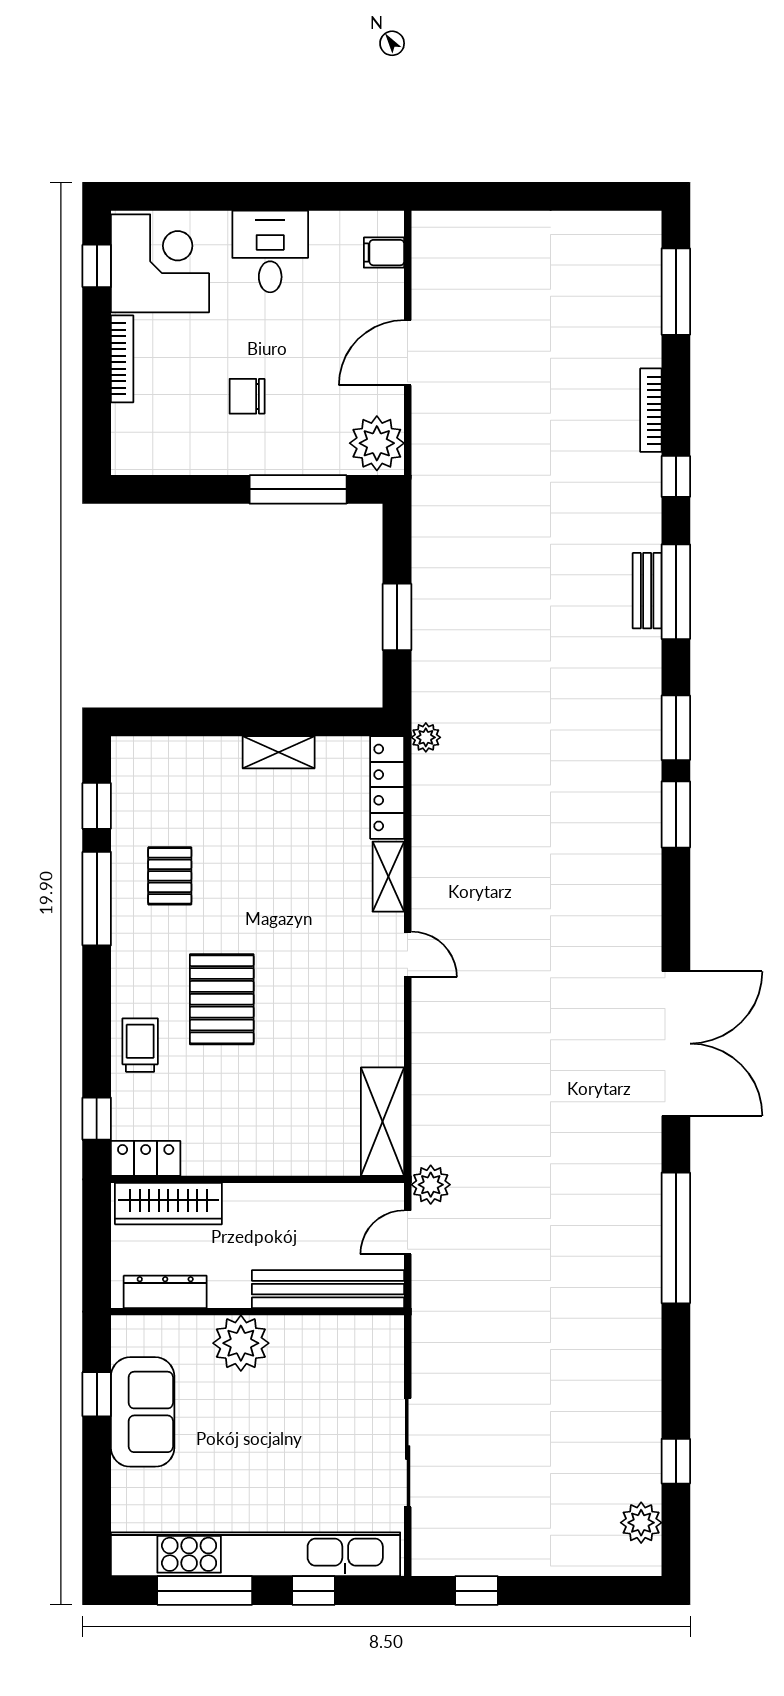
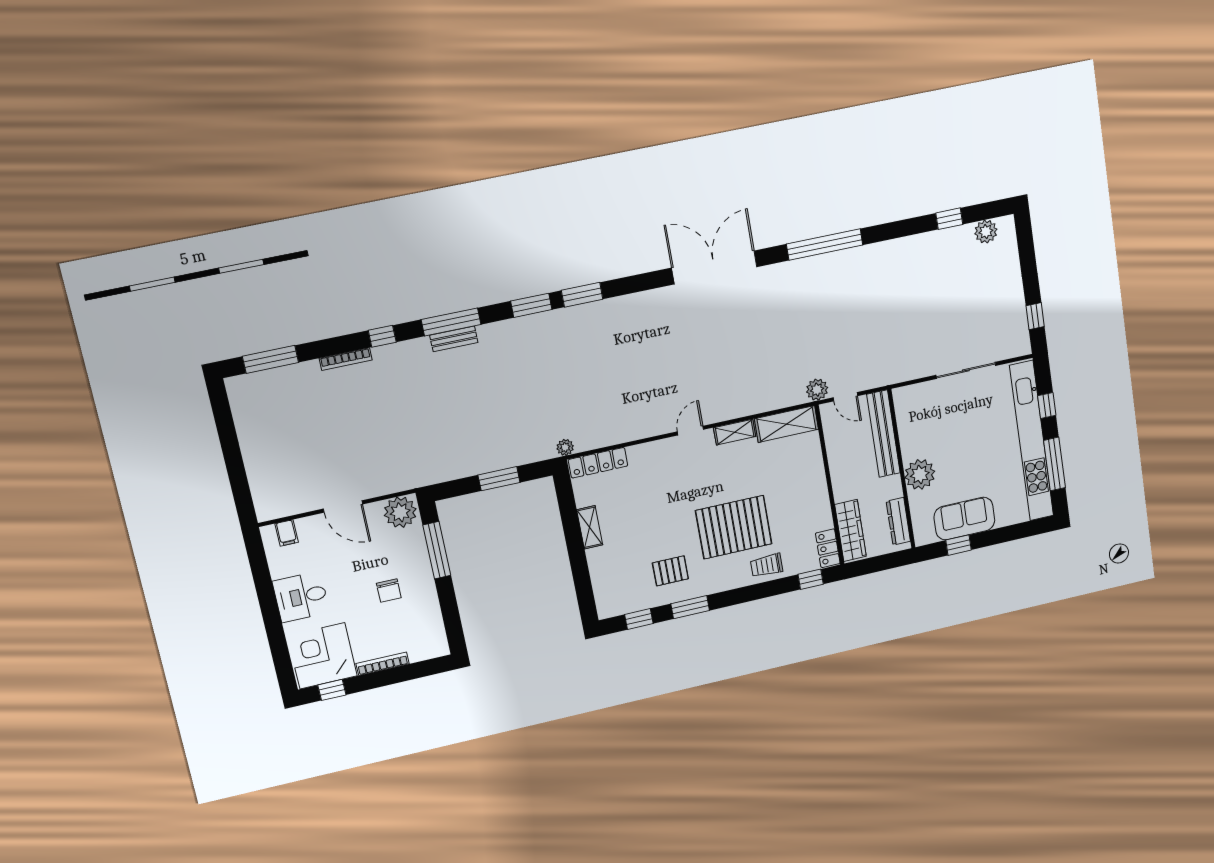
shelving: (388, 877) -> (735, 432), moved
window: (97, 899) -> (690, 607), width x0.69
pallet: (222, 999) -> (734, 527), width x1.37, depth x1.41

